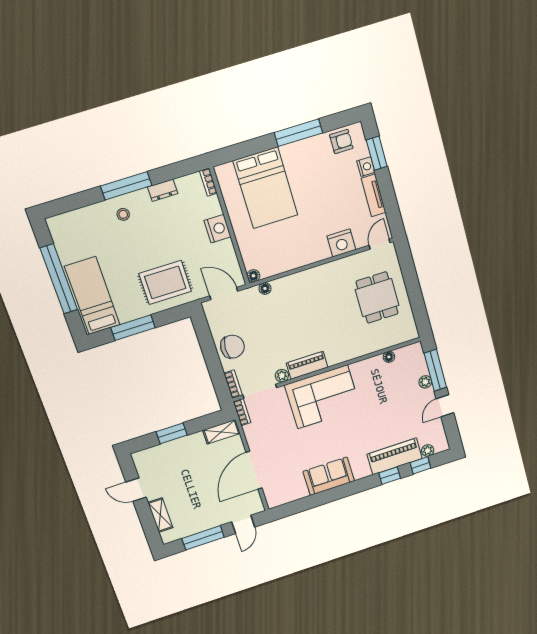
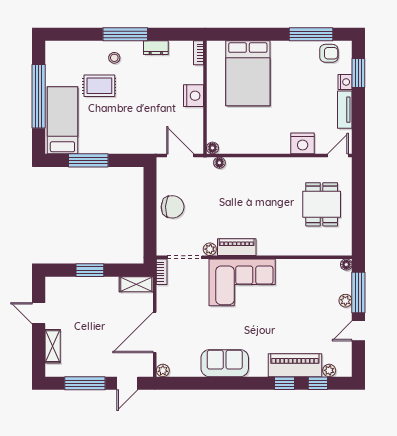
window: (298, 133) -> (311, 34), moved
rug: (165, 282) -> (99, 86), moved, width x0.73, depth x0.70
floor lamp: (389, 357) -> (346, 265), moved
bookcase: (233, 384) -> (162, 242), removed
plant: (273, 502) -> (163, 370), added

